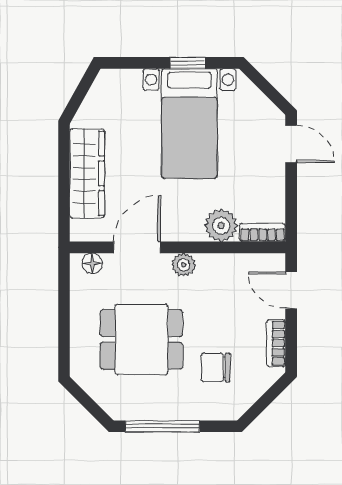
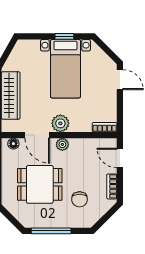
plant: (221, 225) -> (60, 123), moved
door: (137, 247) -> (37, 135), swing flipped
chair: (216, 367) -> (80, 199), turned -90

